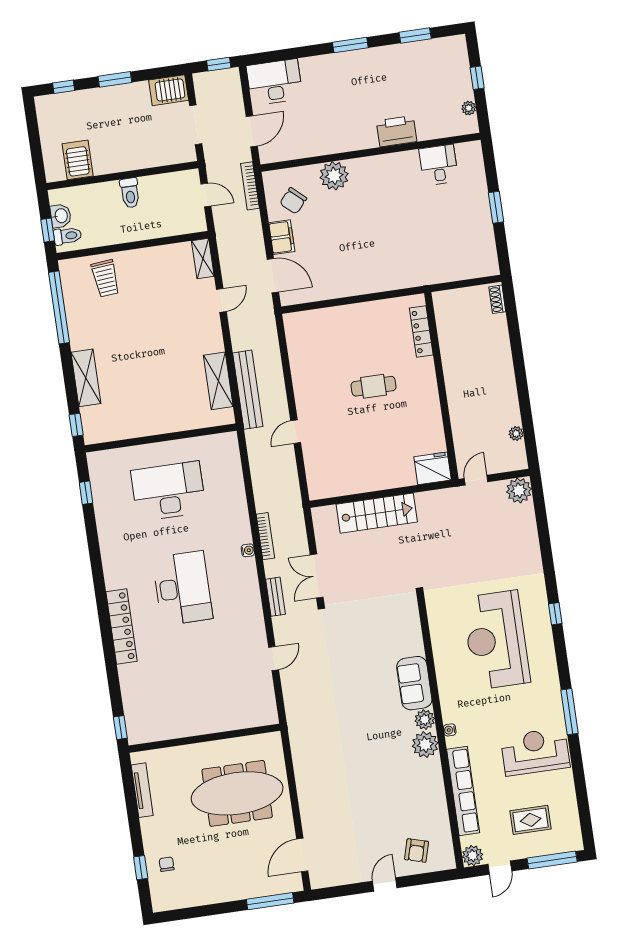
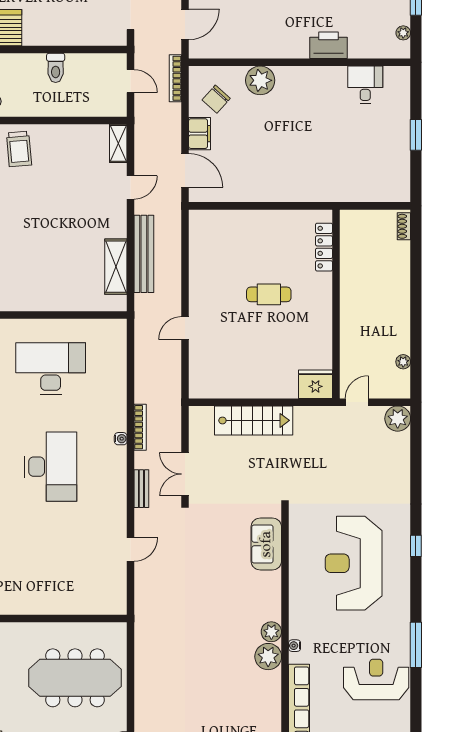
bench: (248, 390) -> (144, 254), moved
sofa: (414, 683) -> (266, 544), moved

